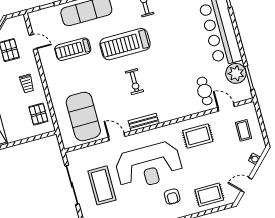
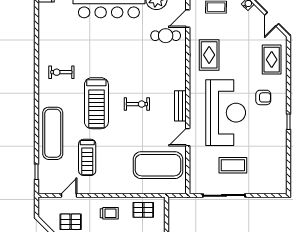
coffee table: (102, 185) -> (233, 165), width x0.73, depth x0.76

